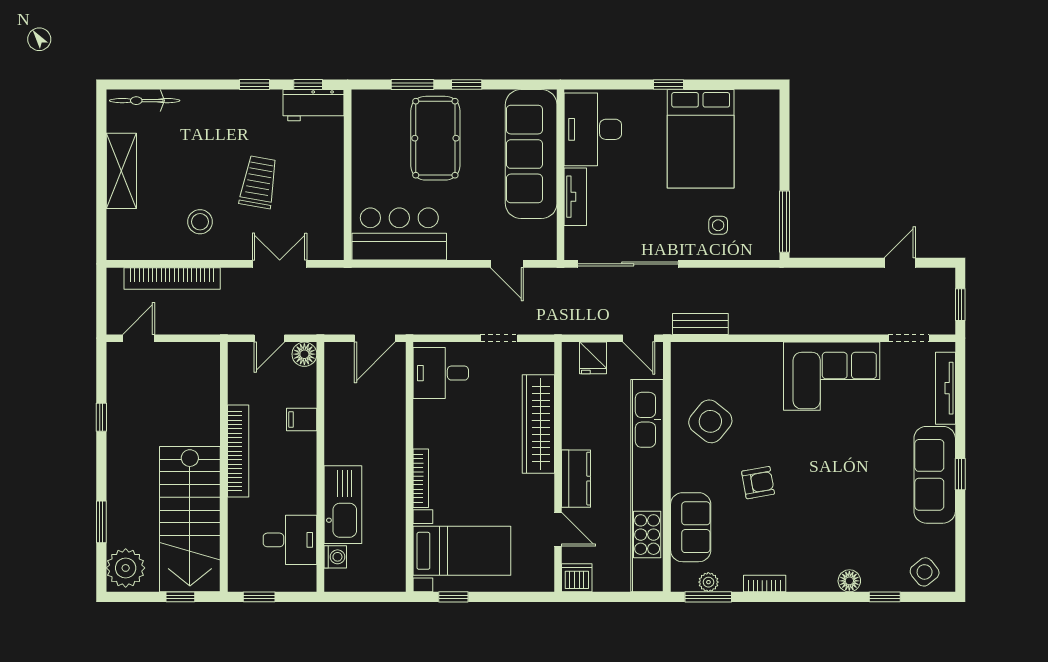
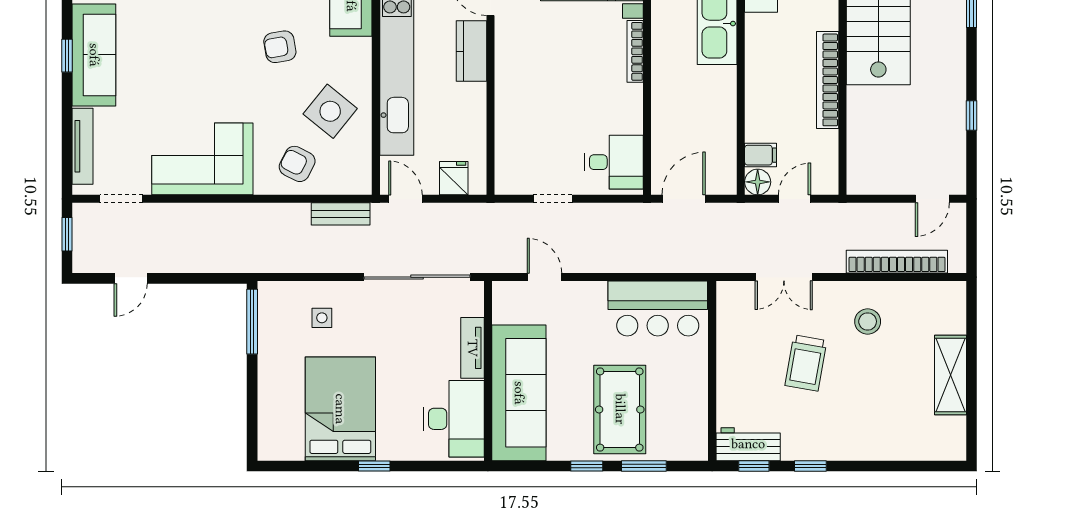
bicycle: (145, 101) -> (926, 449), removed
armchair: (742, 371) -> (297, 164), added
filing cabinet: (302, 420) -> (761, 155), moved
wardrobe: (538, 424) -> (511, 109), removed

